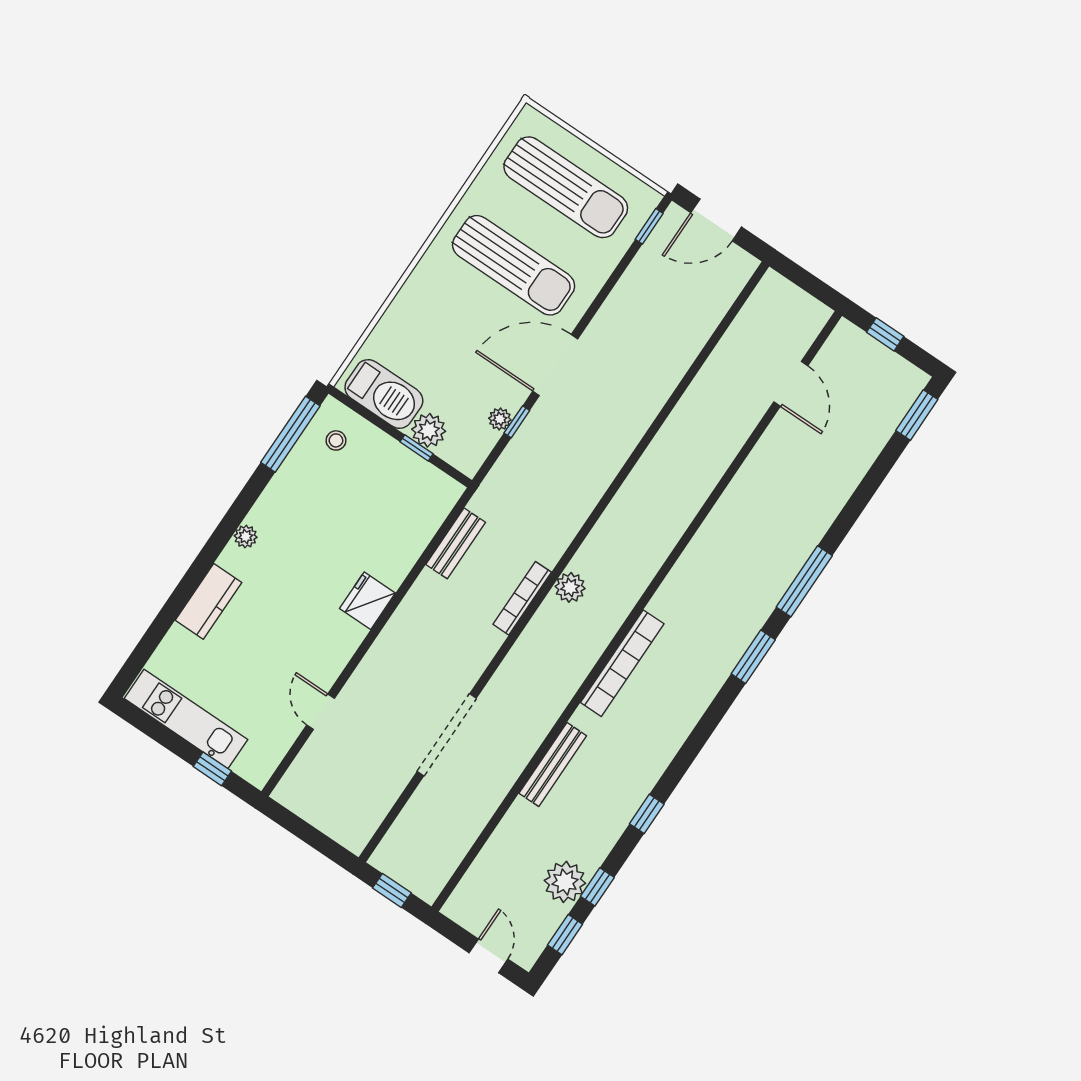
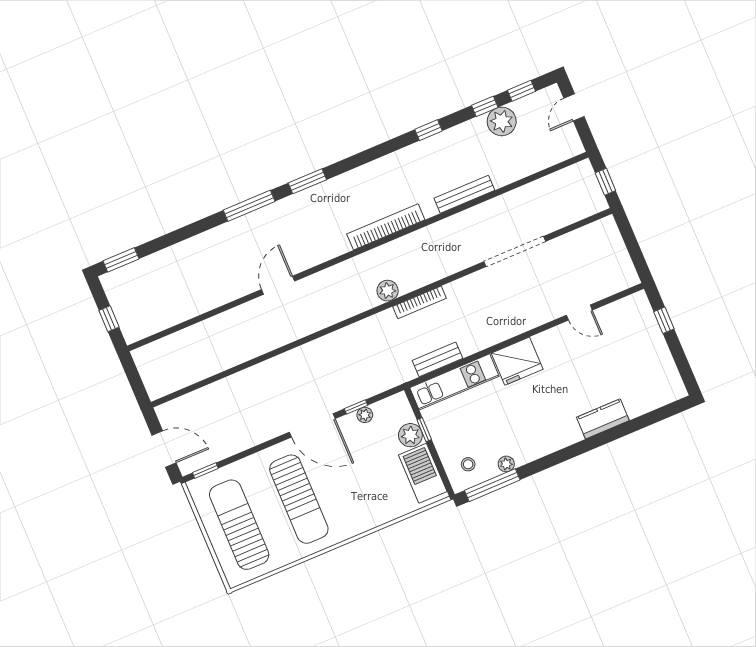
sun lounger: (514, 265) -> (299, 499), turned 180
door: (791, 384) -> (278, 285), moved
plant: (246, 537) -> (506, 464), moved
fridge: (367, 601) -> (517, 361), width x1.36, depth x1.34
door: (321, 712) -> (579, 313), hinge flipped
kitchen unit: (186, 719) -> (454, 382), moved, turned -90

